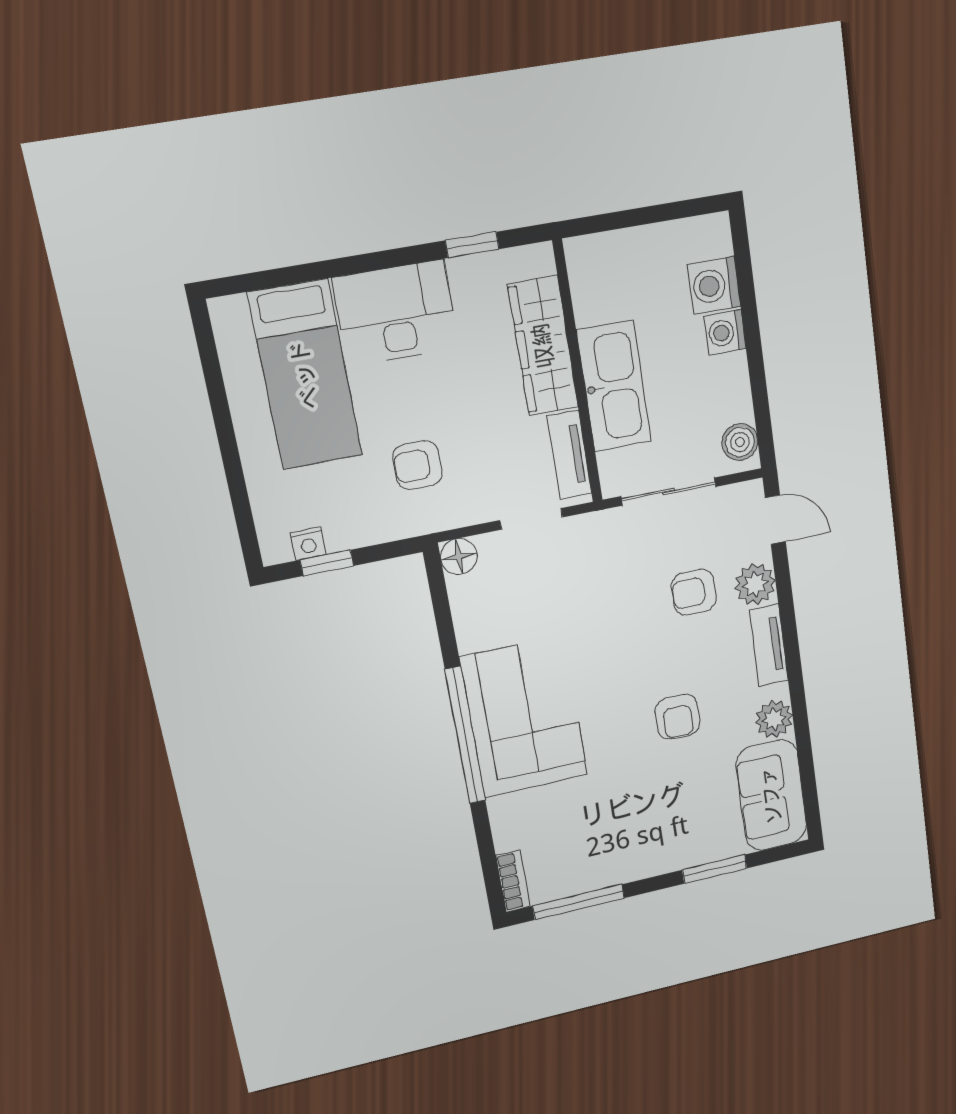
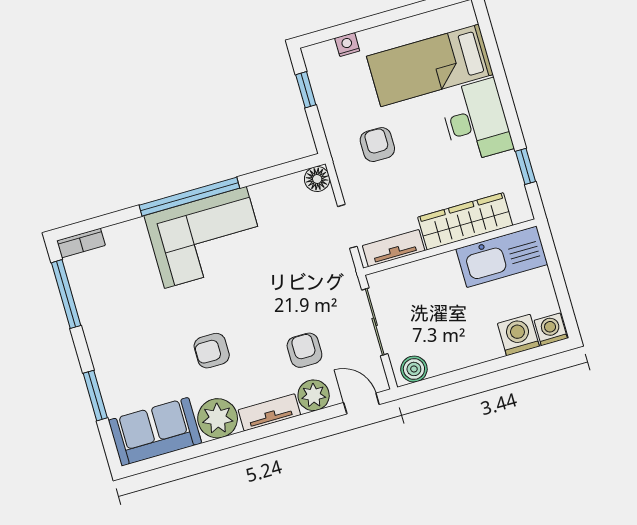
washing machine: (725, 332) -> (551, 329), moved
kitchen sink: (614, 386) -> (502, 257), moved
door: (775, 520) -> (361, 404), swing flipped
nightstand: (308, 544) -> (347, 45), moved, turned 90
plant: (774, 719) -> (218, 418), width x1.36, depth x1.36

